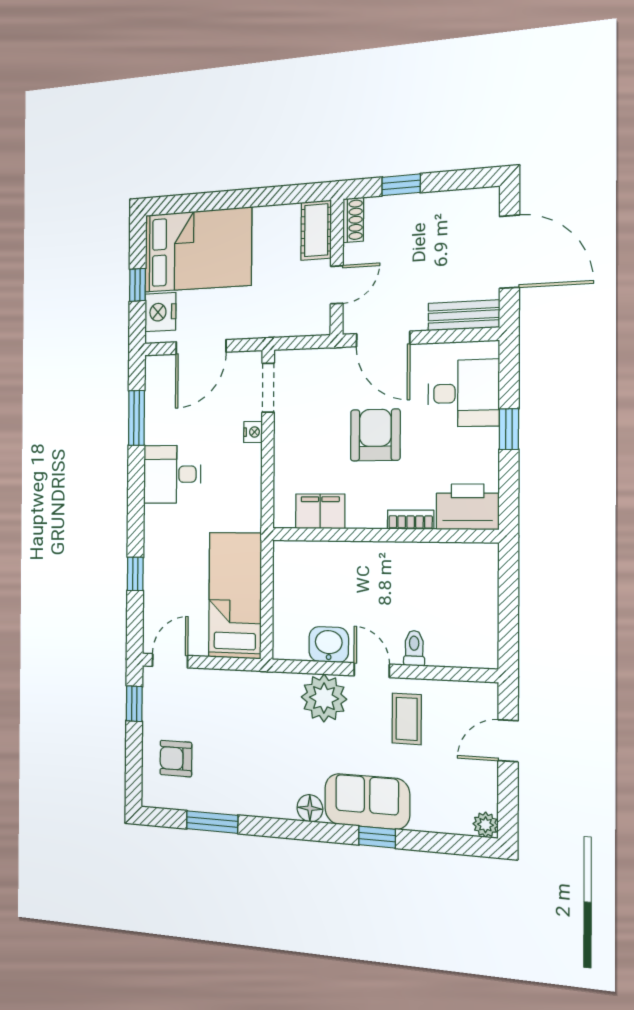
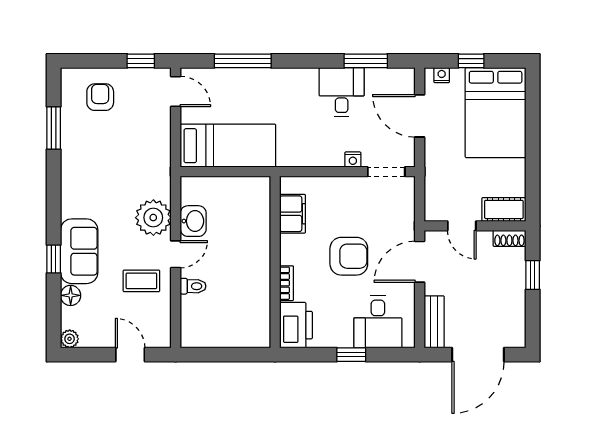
nightstand: (160, 312) -> (442, 75), width x0.53, depth x0.56
desk: (172, 474) -> (342, 92), moved
window: (135, 574) -> (243, 61), width x2.17
floor lamp: (310, 808) -> (71, 295), moved

